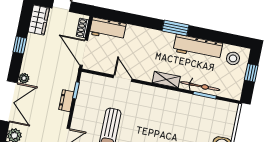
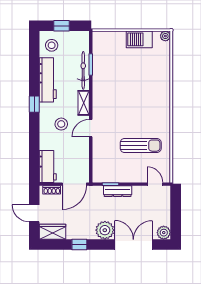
window: (176, 28) -> (34, 104), width x0.67
stool: (149, 52) -> (61, 124), added
plant: (24, 78) -> (105, 230), width x1.88, depth x1.88
door: (123, 78) -> (91, 128), moved
dresser: (66, 101) -> (118, 191), width x1.44

